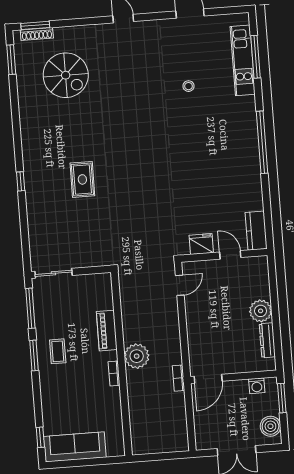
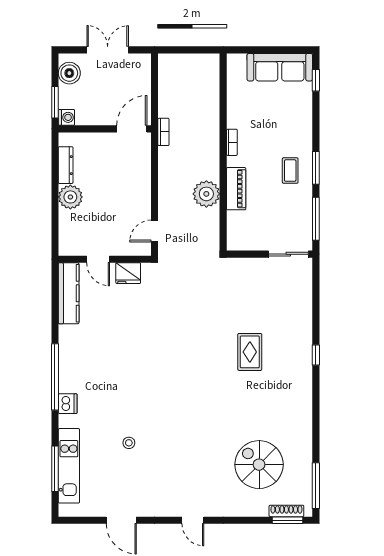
window: (11, 60) -> (316, 486), width x1.44
dishwasher: (248, 118) -> (68, 404), added
kitchen counter: (256, 231) -> (69, 293), width x1.50
plant: (137, 356) -> (206, 194), moved
washing machine: (257, 386) -> (66, 117), moved, turned 90

